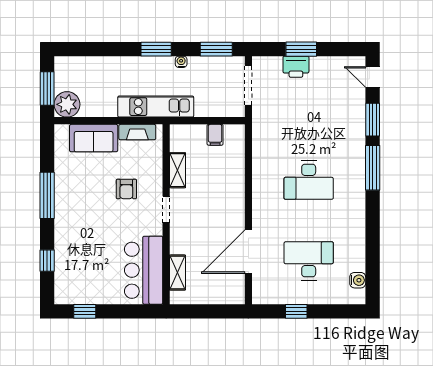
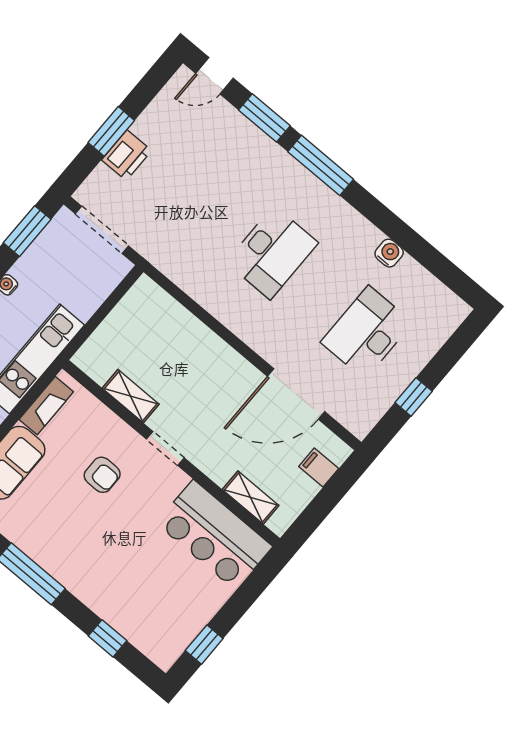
filing cabinet: (215, 135) -> (319, 467), moved, turned 180
door: (248, 252) -> (296, 394), hinge flipped
water cooler: (358, 280) -> (389, 253), moved

